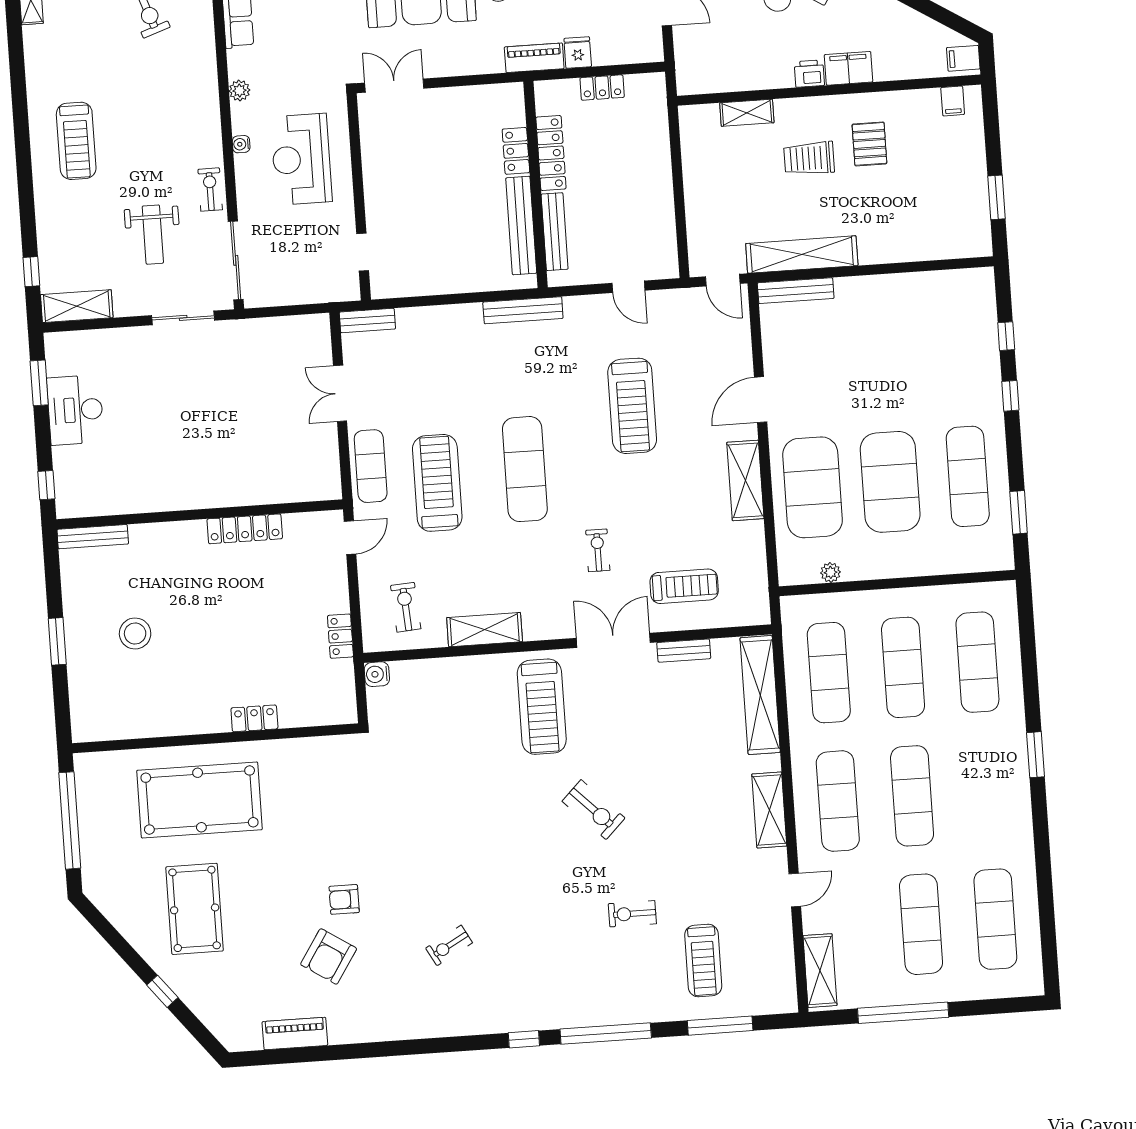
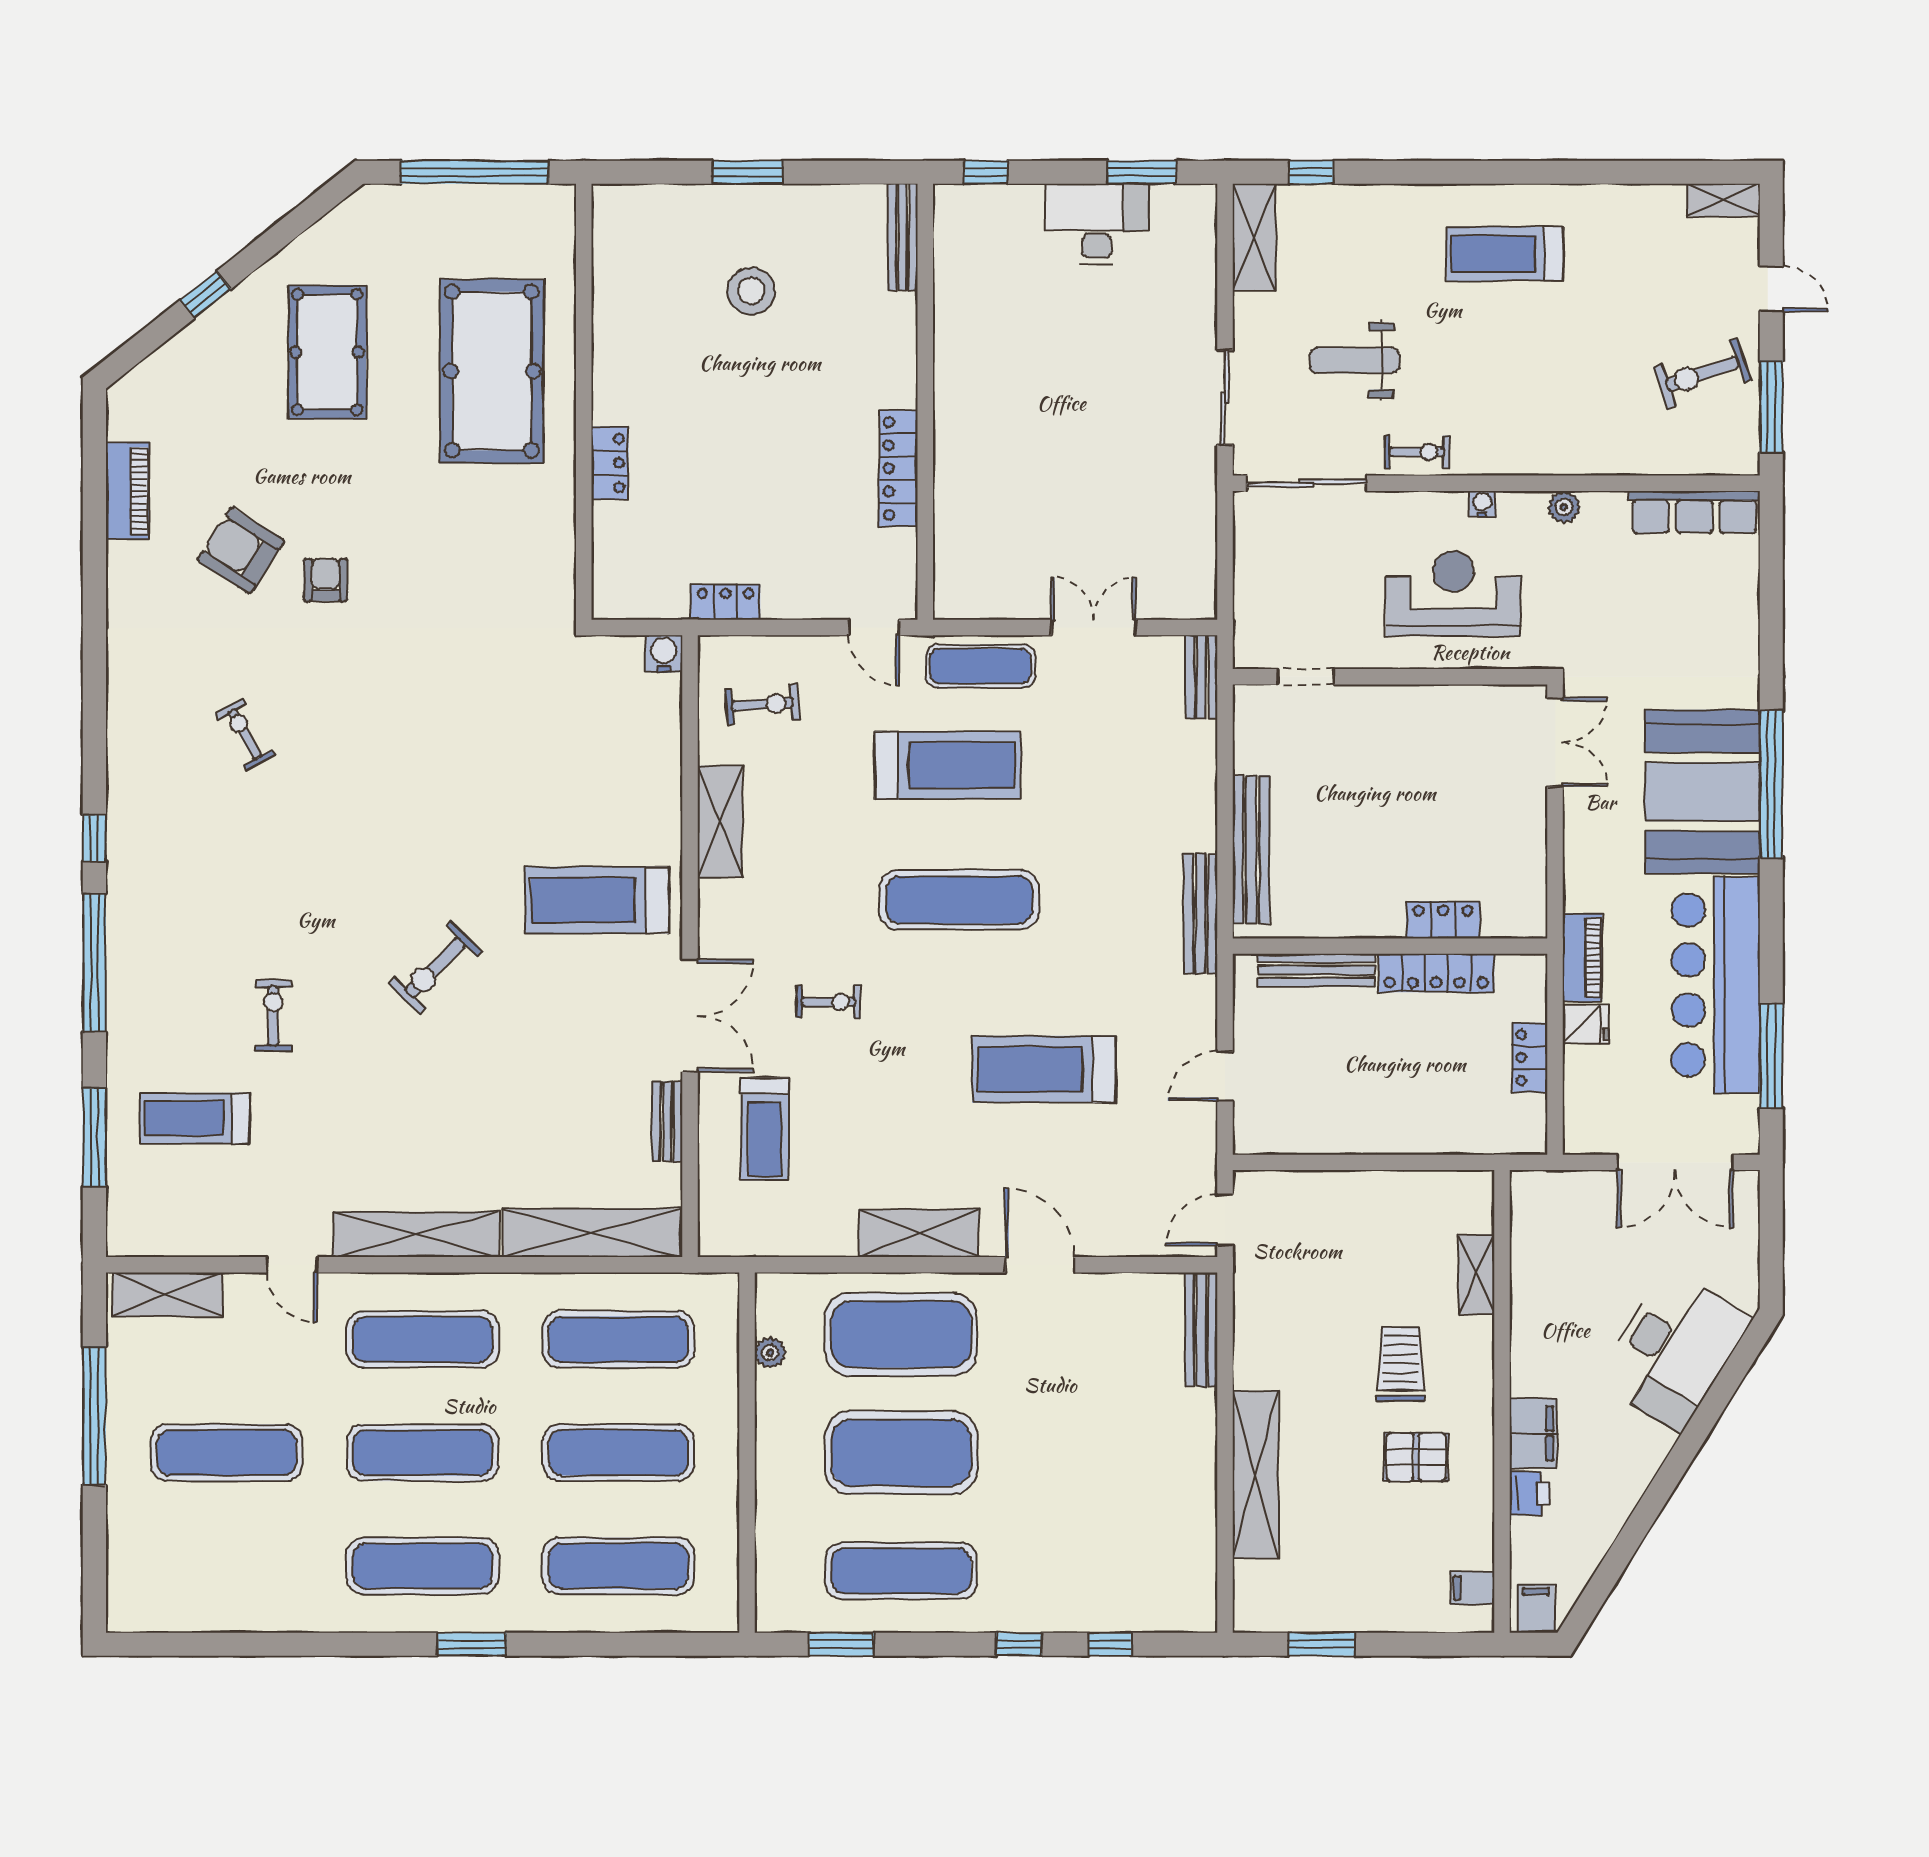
printer: (809, 74) -> (1529, 1493), moved
bench: (521, 226) -> (1251, 850), moved, turned 90
shelving: (802, 255) -> (1255, 1475), moved
shelving: (769, 810) -> (416, 1235), width x1.47
pool table: (195, 909) -> (327, 352), turned 90
exercise mat: (995, 919) -> (423, 1566), moved

